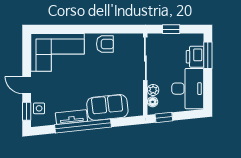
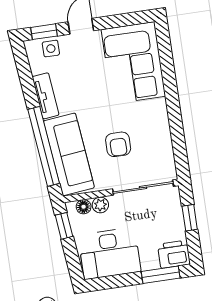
armchair: (105, 44) -> (118, 144), moved
printer: (195, 57) -> (174, 254), moved
sofa: (107, 107) -> (69, 154), width x1.36
window: (83, 126) -> (44, 146), moved

